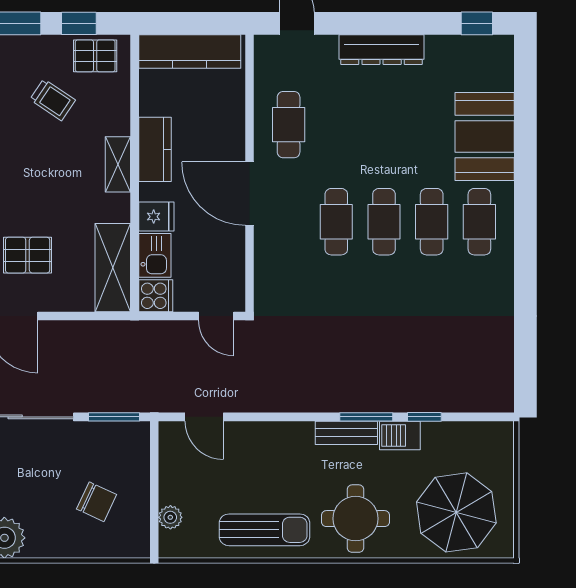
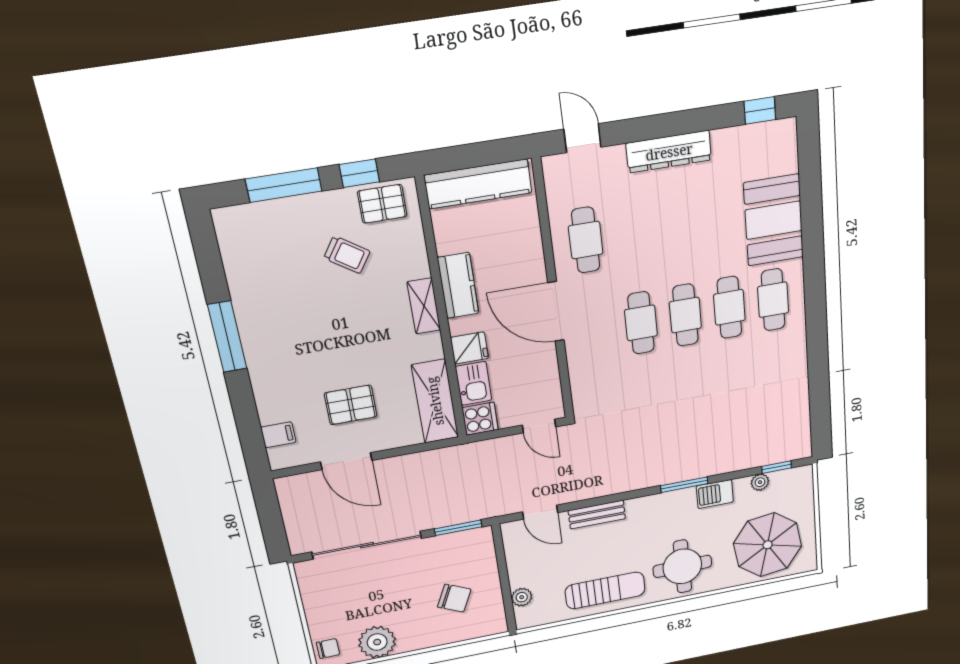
window: (424, 417) -> (777, 467), moved
plant: (452, 432) -> (760, 482), added
bench: (346, 433) -> (597, 515), moved

